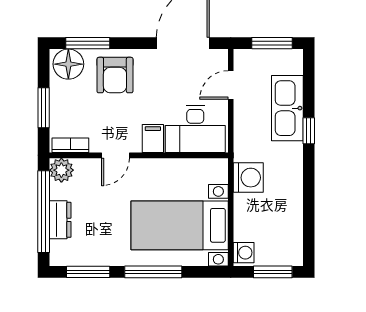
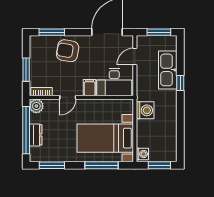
floor lamp: (68, 64) -> (40, 44), removed
armchair: (115, 75) -> (68, 51), turned 100
window: (153, 272) -> (101, 165), moved

